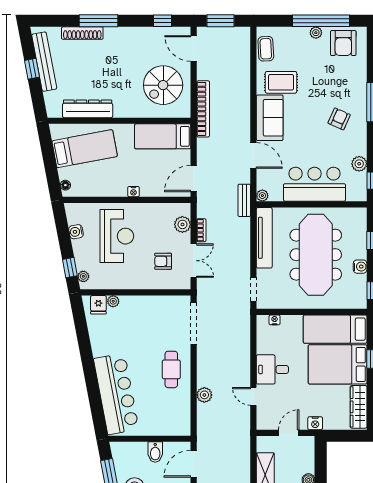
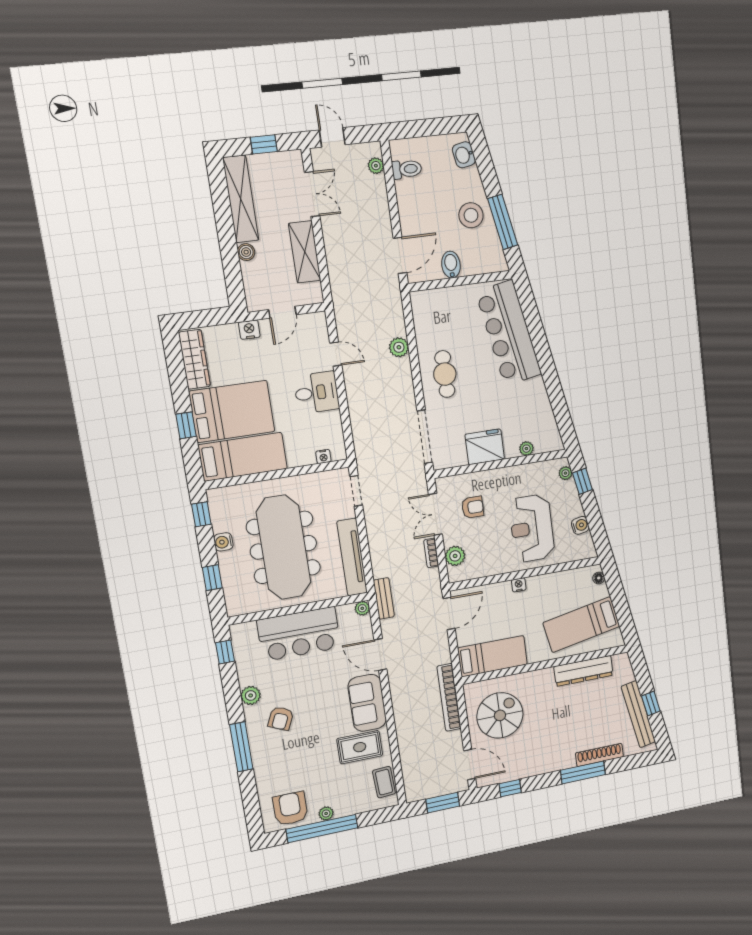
plant: (359, 164) -> (251, 695), moved
fridge: (98, 305) -> (485, 447), moved, width x1.88, depth x1.34

